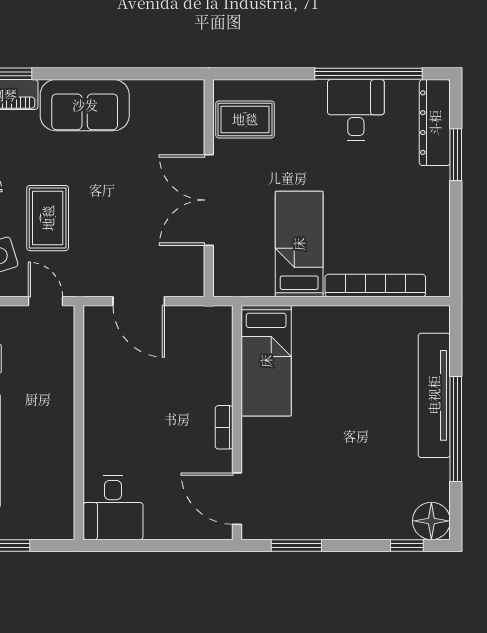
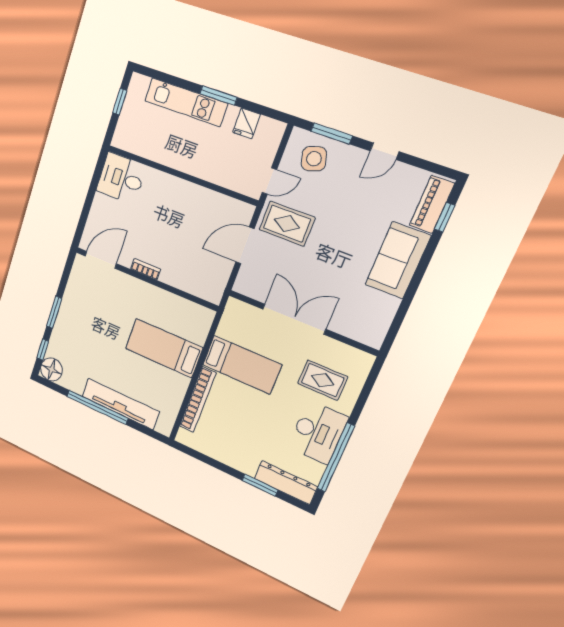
desk: (356, 110) -> (318, 432), width x1.37
rug: (245, 119) -> (323, 380), moved, turned 90
rug: (48, 218) -> (287, 224), moved
bed: (266, 361) -> (164, 348), moved
window: (296, 545) -> (54, 312), moved

